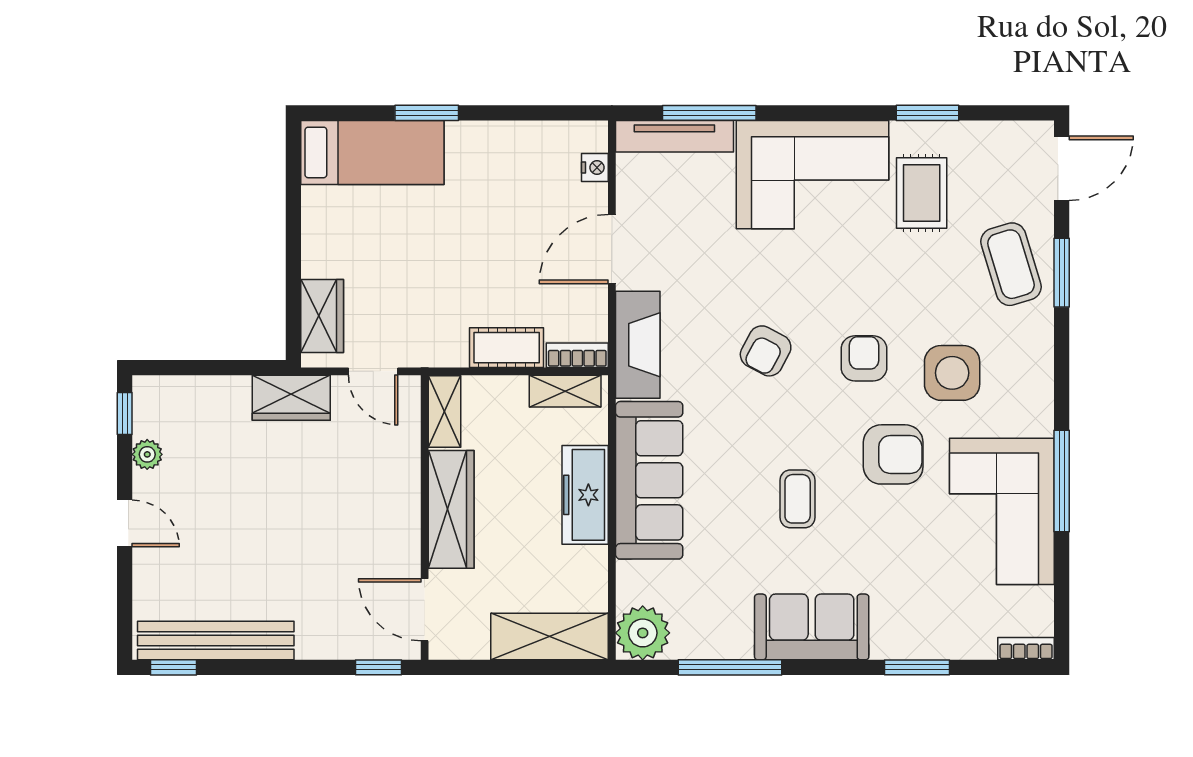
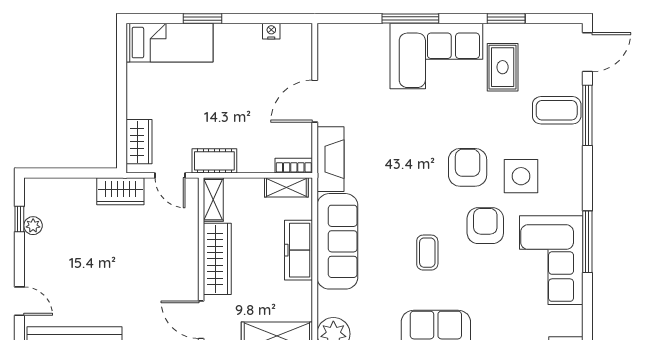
window: (709, 113) -> (410, 19), moved
tv unit: (674, 136) -> (353, 33), removed
nightstand: (595, 168) -> (271, 31), moved, turned -90
coffee table: (1011, 264) -> (557, 110), turned -73
window: (1062, 273) -> (587, 115), width x1.44
cot: (507, 348) -> (214, 161), moved
armchair: (766, 351) -> (408, 163), removed
armchair: (864, 358) -> (468, 167), width x1.38, depth x1.38
window: (125, 413) -> (19, 219), moved
armchair: (893, 454) -> (485, 226), turned -90
door: (125, 523) -> (19, 301), moved

